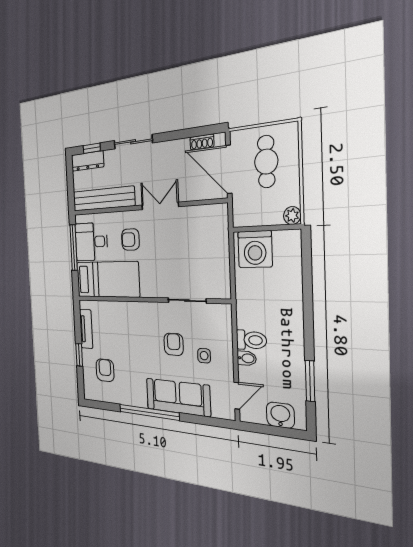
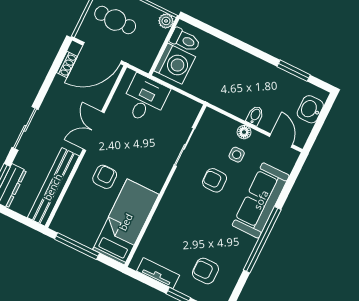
armchair: (130, 240) -> (105, 177), turned 180
desk: (91, 242) -> (145, 99), moved, turned 180
toilet: (251, 340) -> (185, 40), moved, turned 90
floor lamp: (227, 354) -> (244, 132), added

